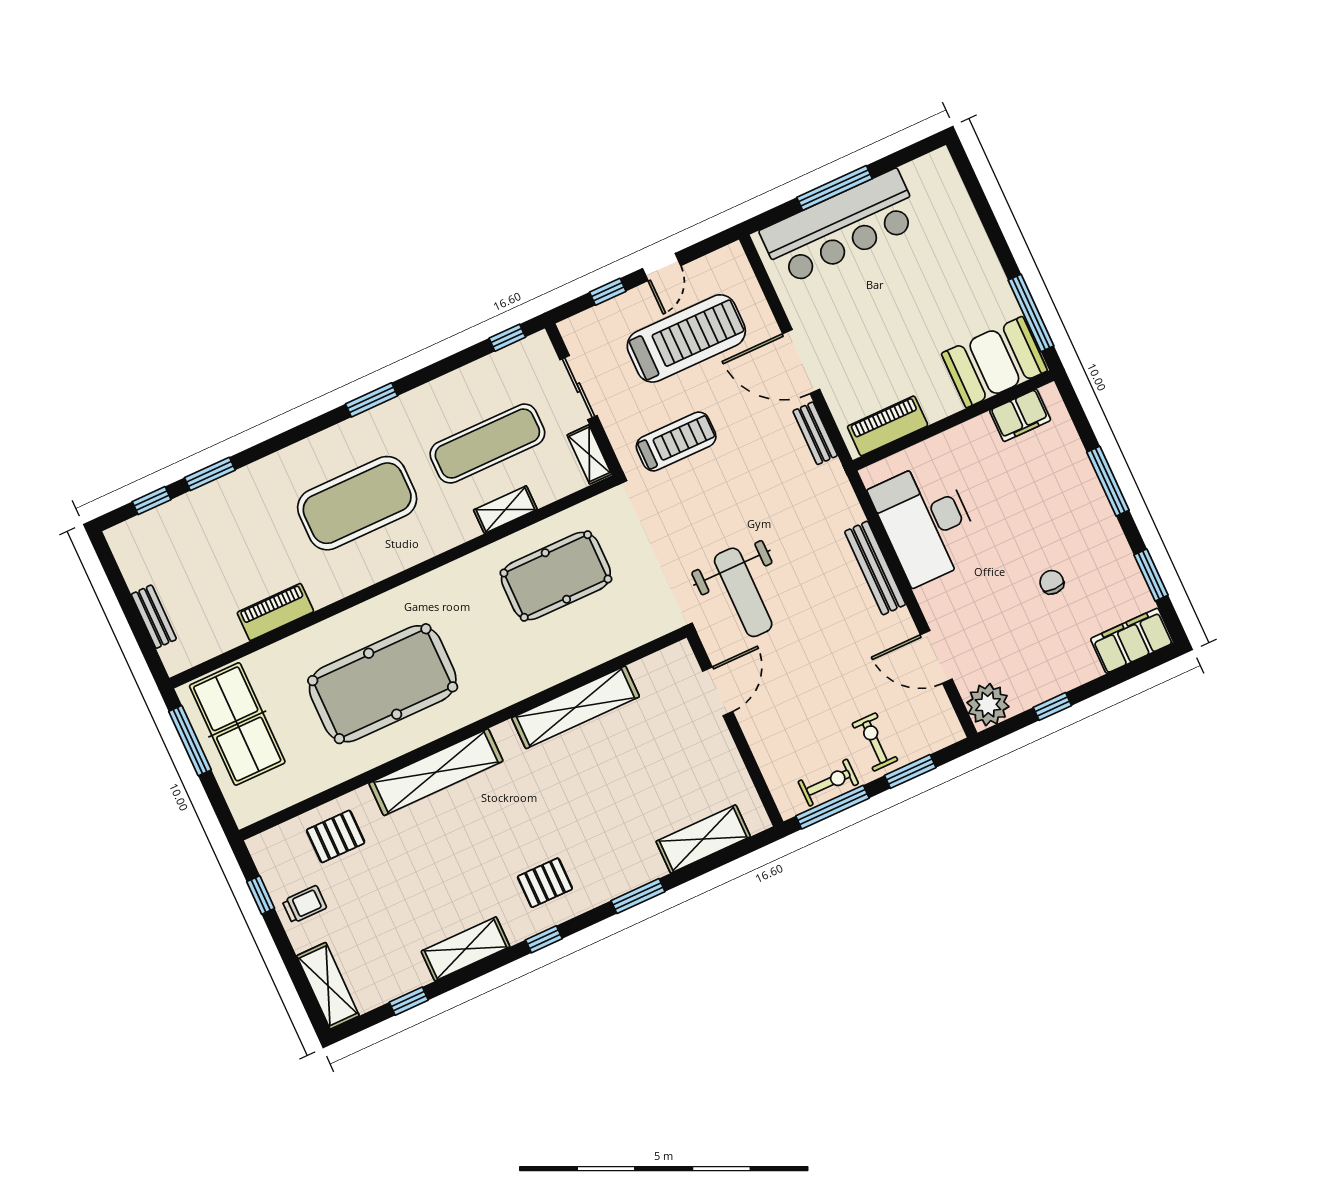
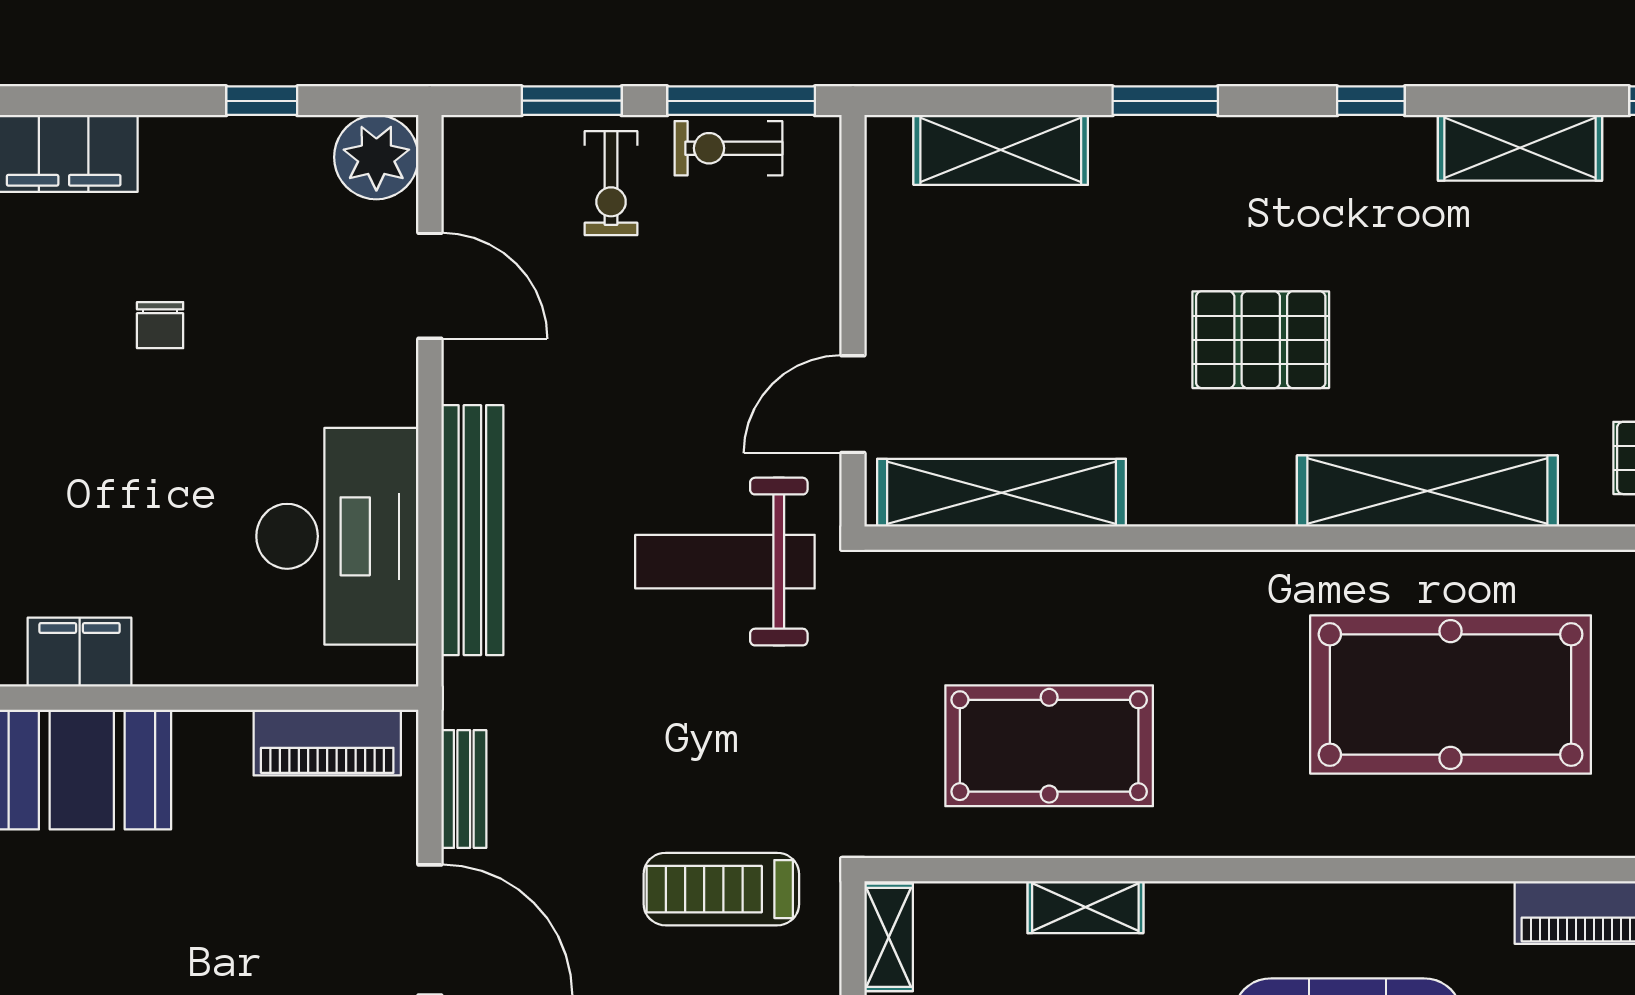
bench: (875, 568) -> (472, 530), width x1.37, depth x1.21
weight bench: (743, 592) -> (725, 562), turned -90
shelving: (576, 707) -> (1002, 493), moved
pallet: (545, 883) -> (1261, 340), moved, width x1.50, depth x1.42

